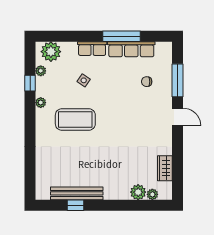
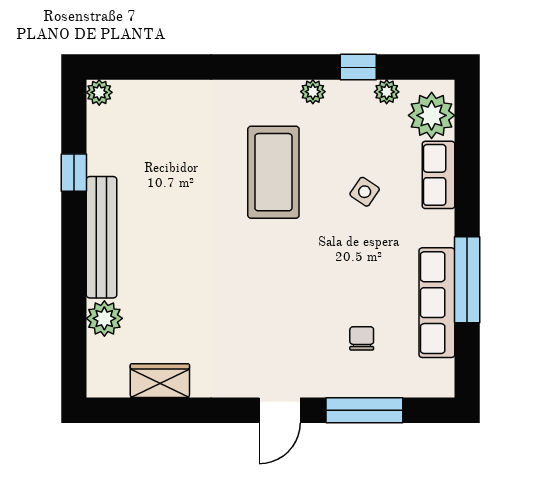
row of seats: (92, 49) -> (439, 175), moved
bench: (77, 193) -> (101, 237), moved
plant: (152, 194) -> (99, 92), moved

